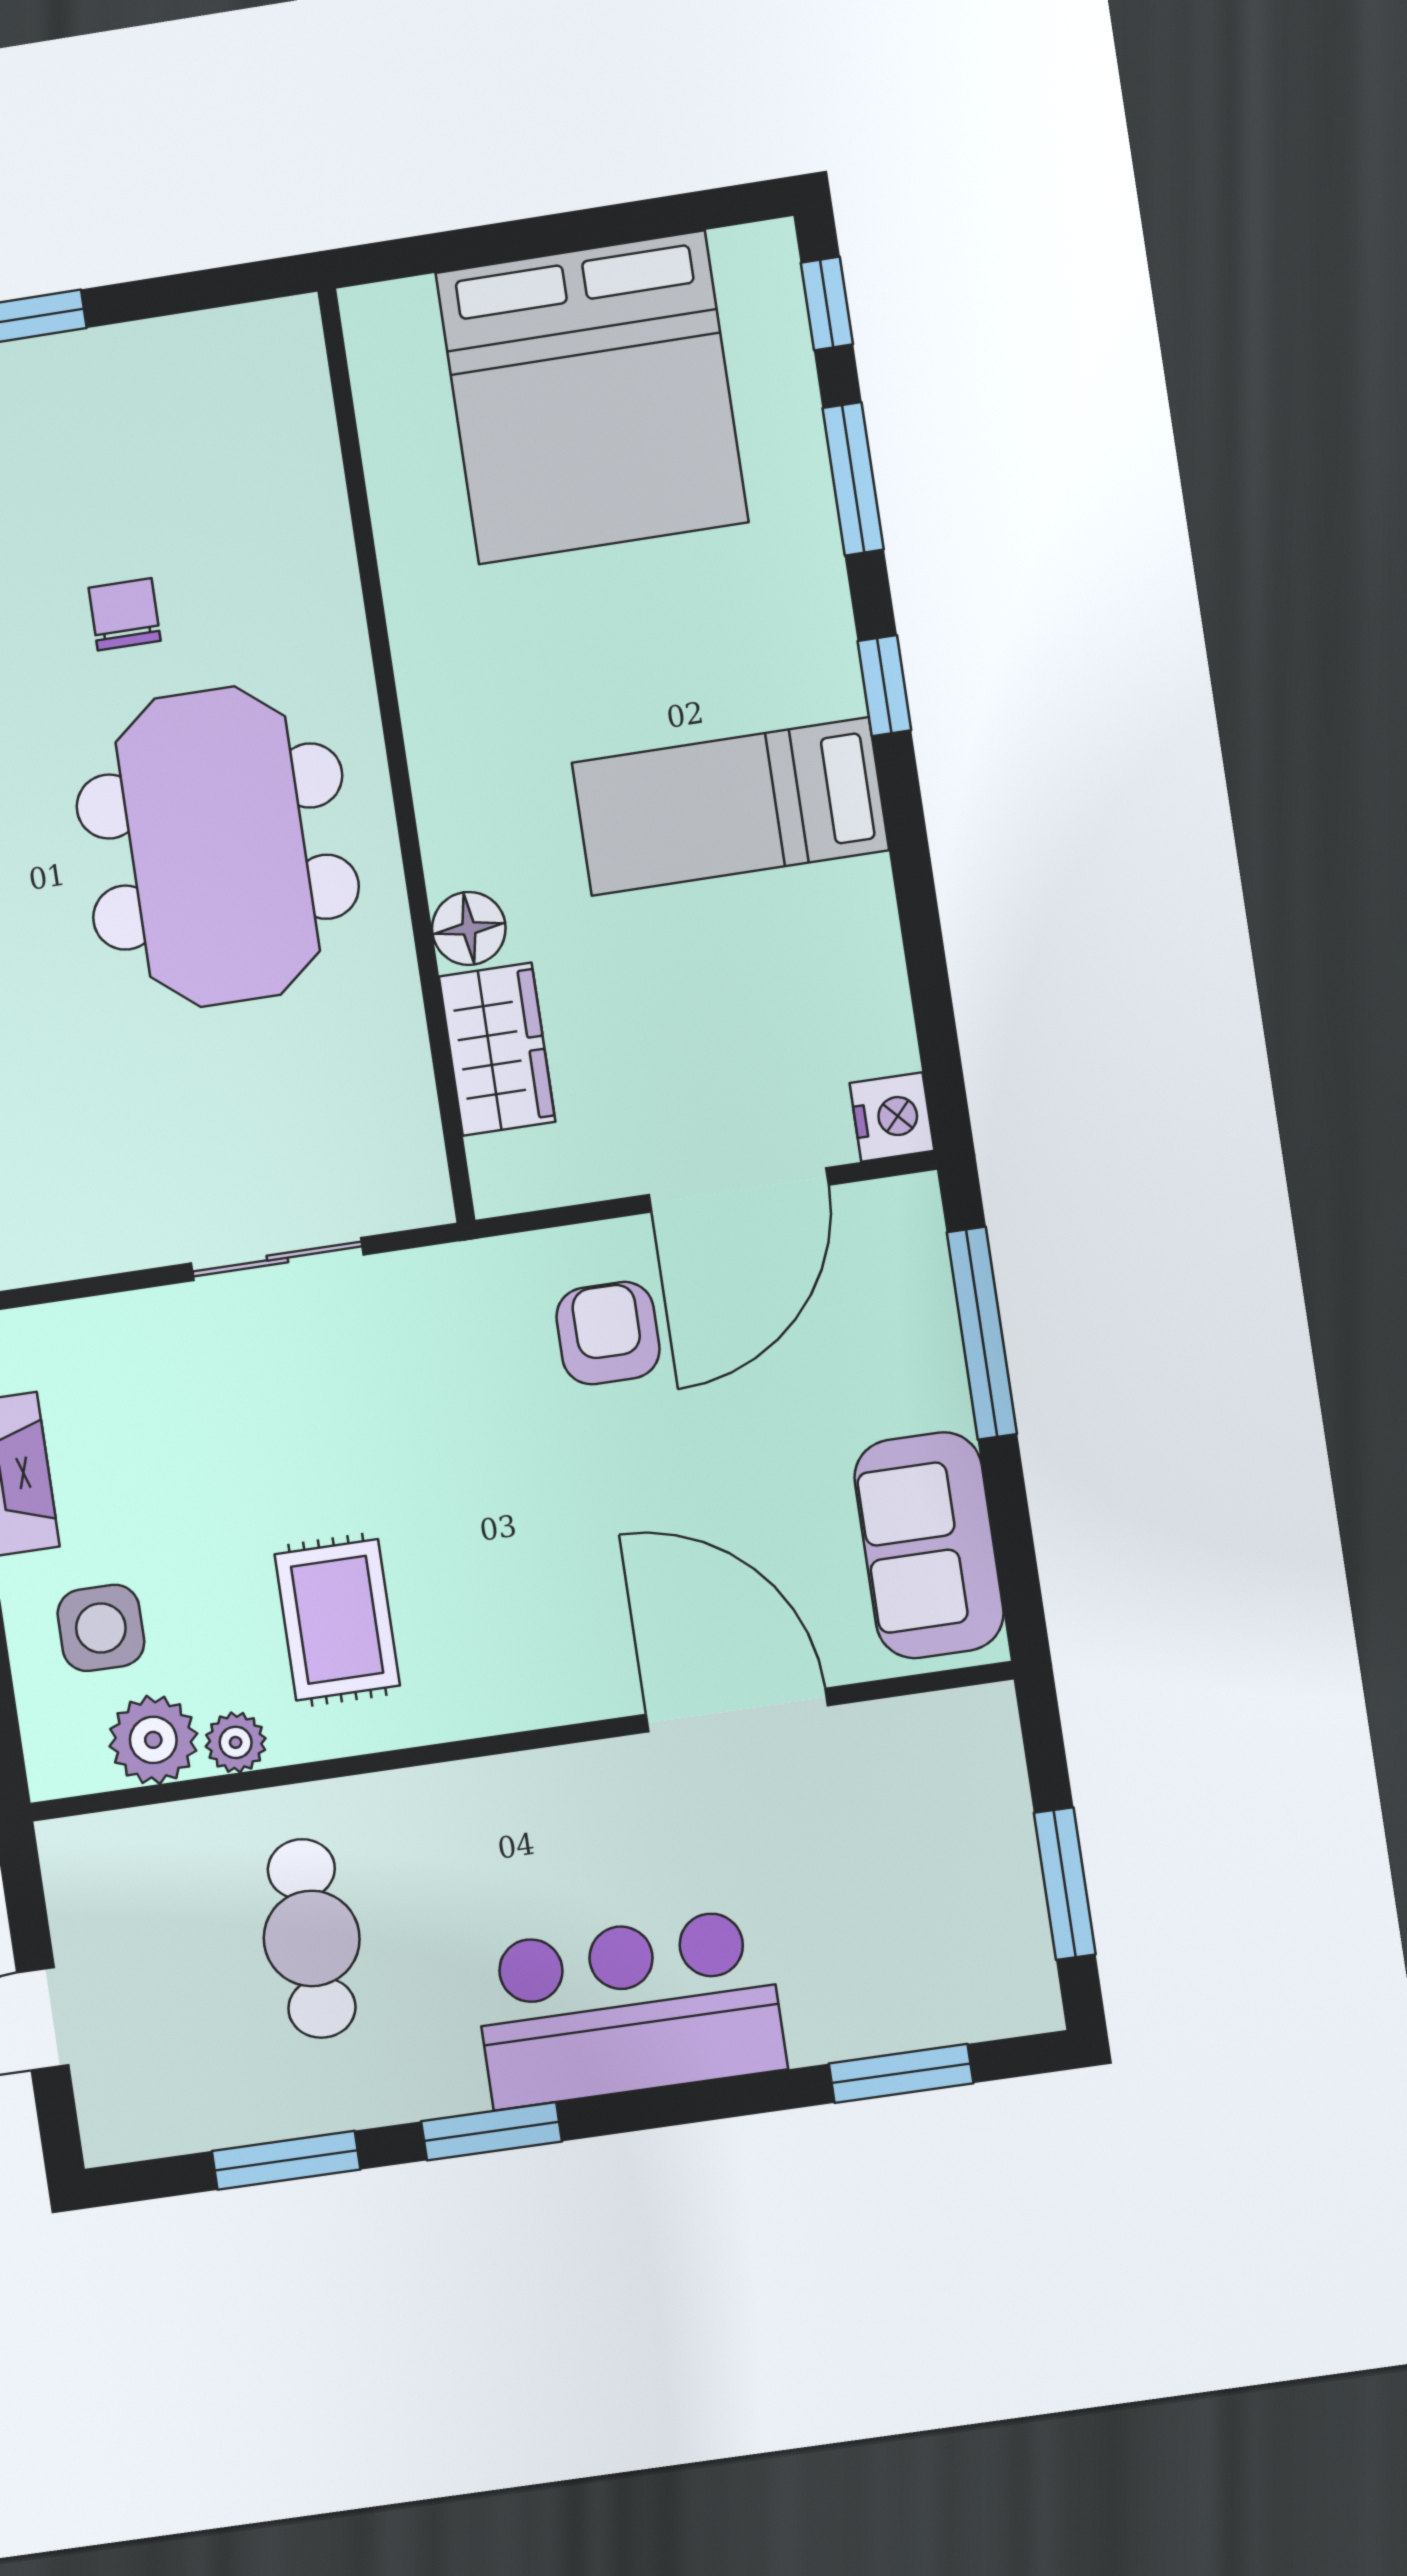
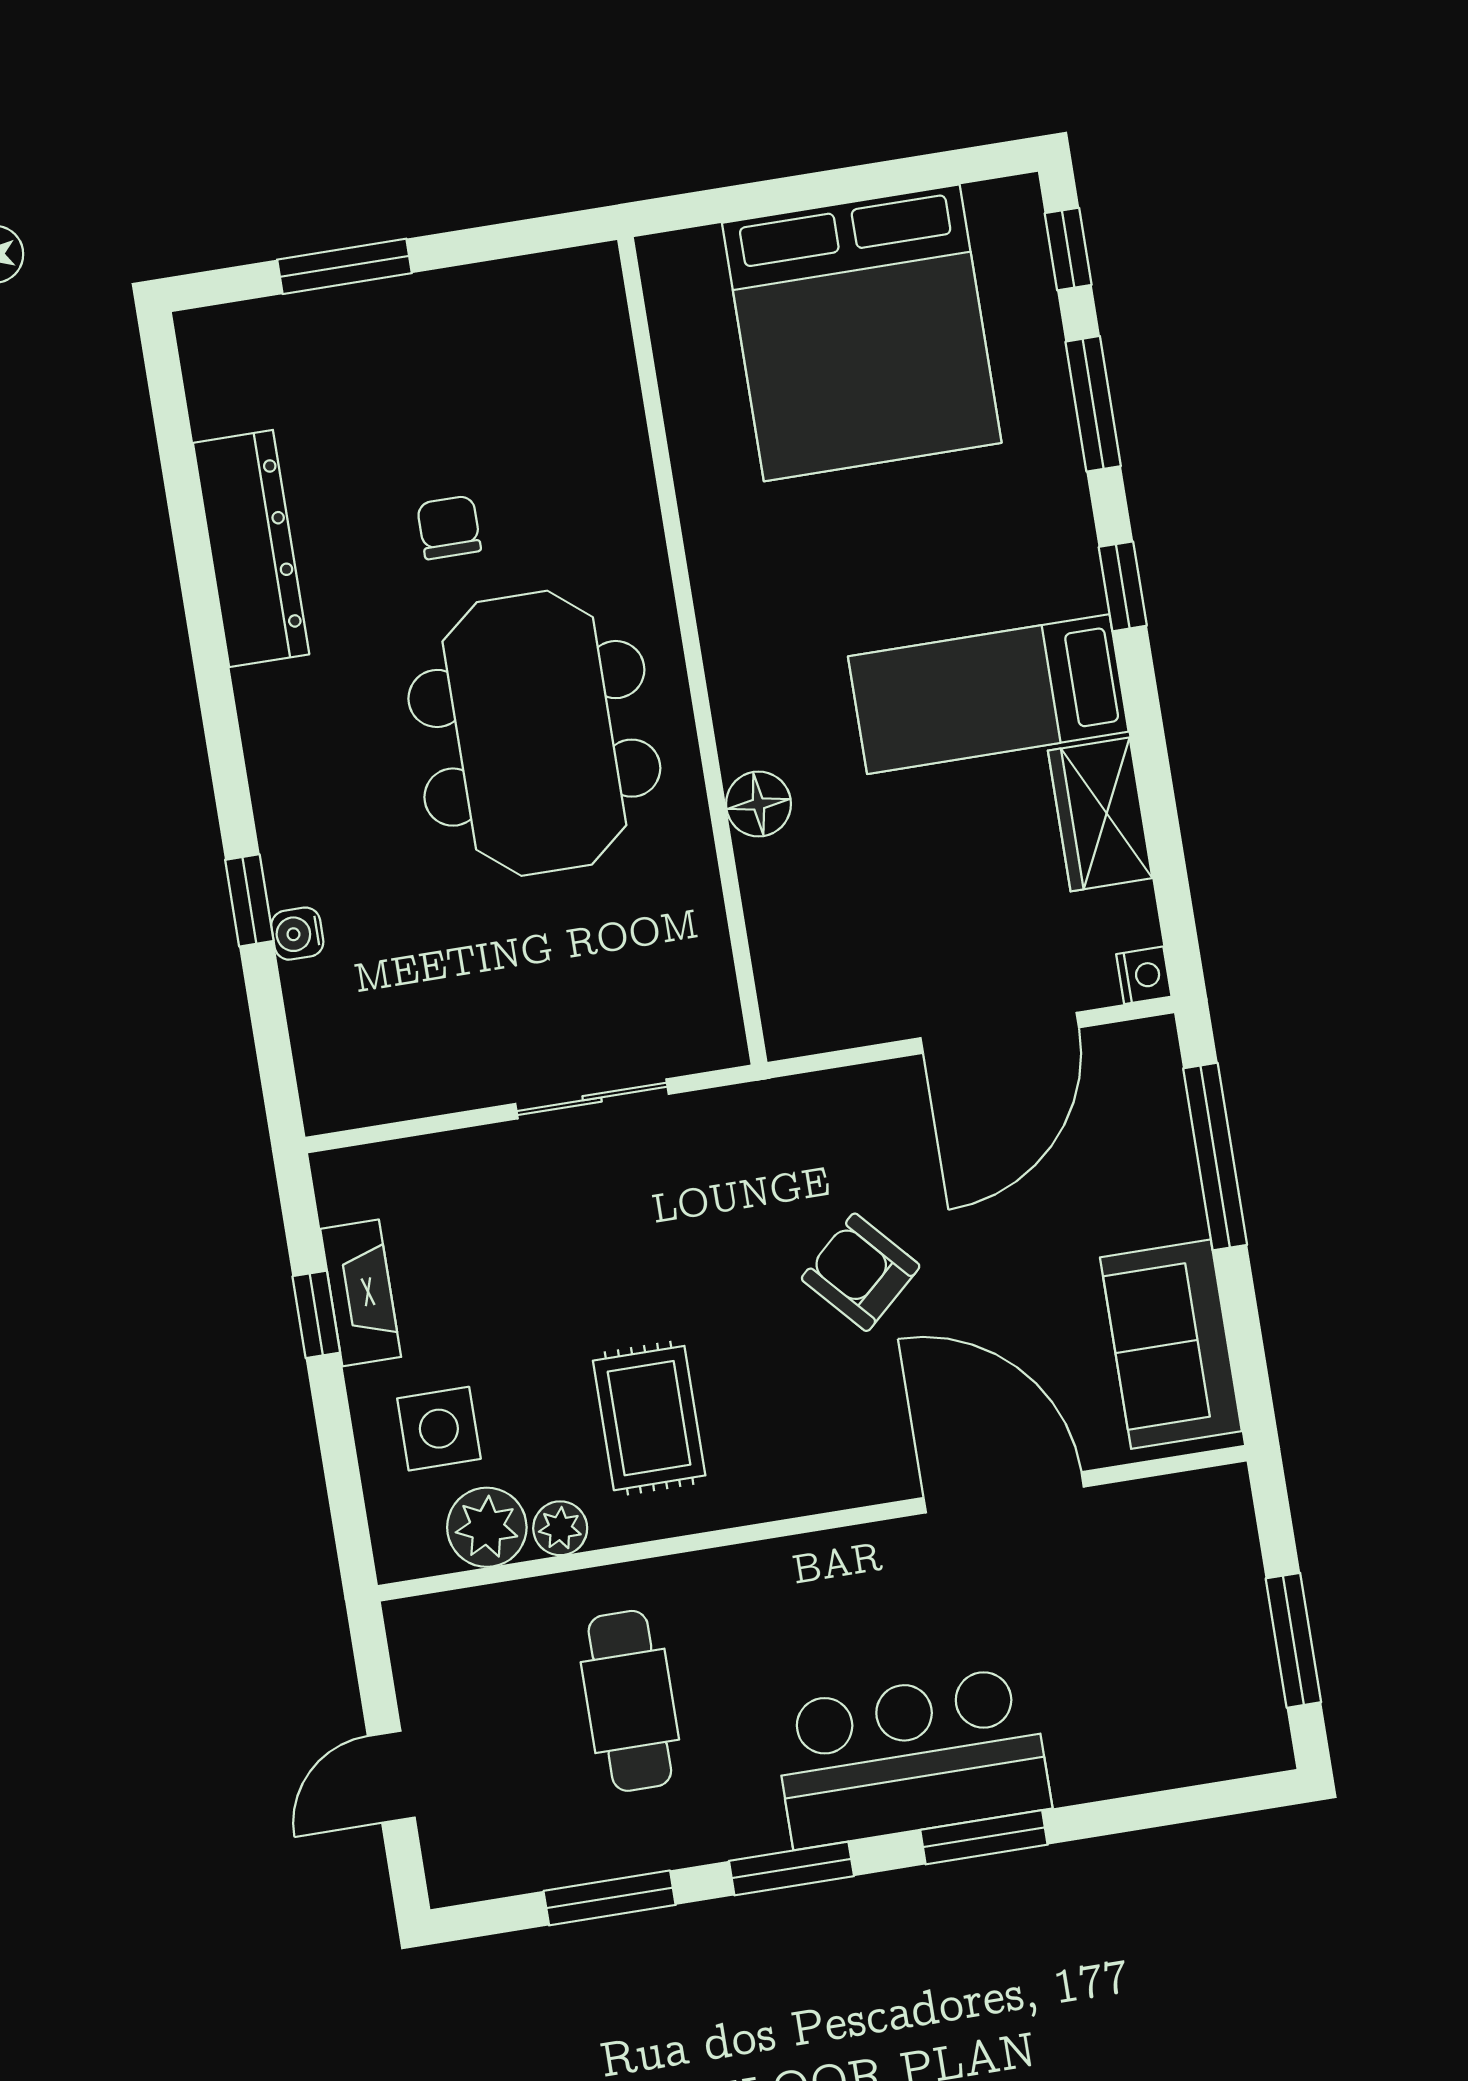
wardrobe: (497, 1049) -> (1100, 814), moved, turned 180
nightstand: (892, 1117) -> (1144, 975), width x0.72, depth x0.74
armchair: (608, 1333) -> (861, 1272), moved, turned -42
window: (901, 2073) -> (984, 1837), moved

